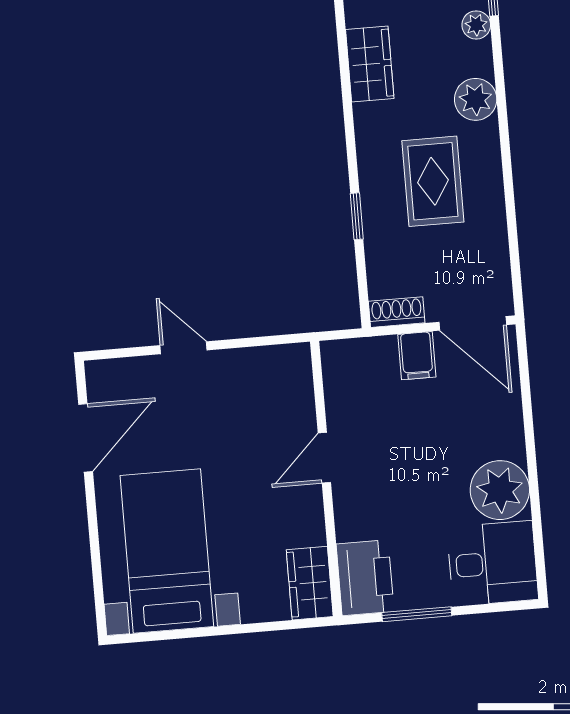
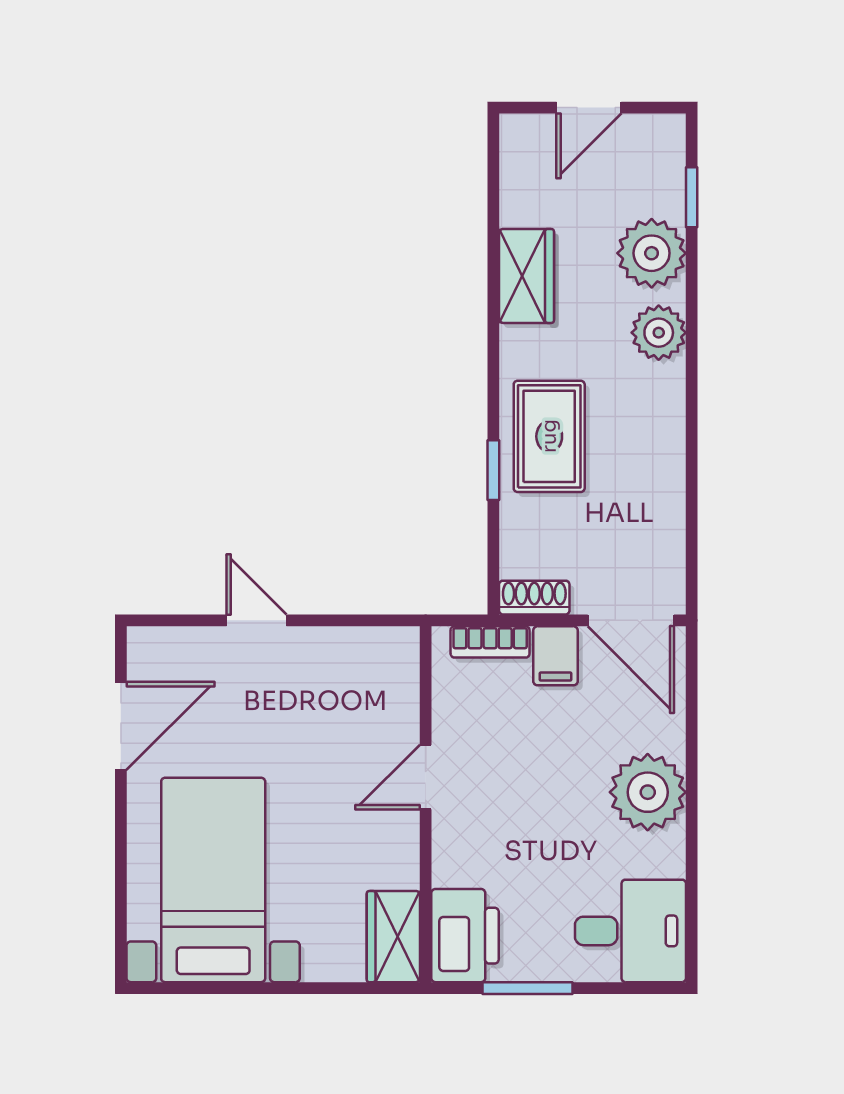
plant: (476, 25) -> (652, 253), width x1.88, depth x1.88
rug: (433, 181) -> (549, 436), moved
bookcase: (365, 349) -> (490, 642), added
plant: (500, 490) -> (648, 792), moved

